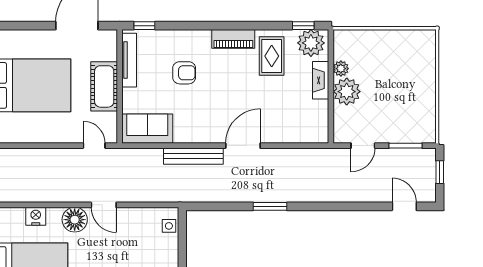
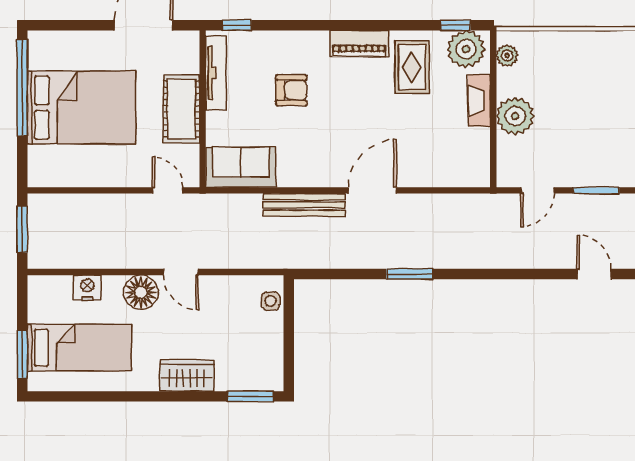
plant: (341, 69) -> (507, 55), moved

